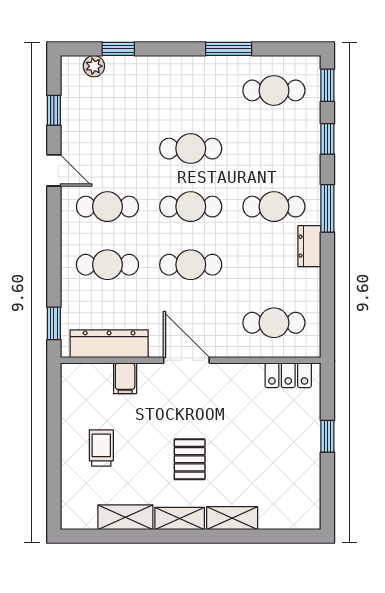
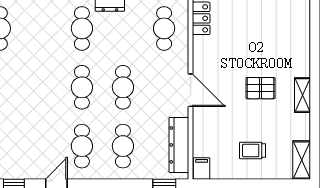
cafe table: (191, 149) -> (41, 87), removed
door: (186, 360) -> (191, 90), swing flipped
filing cabinet: (125, 378) -> (202, 168), moved, turned -90
shelving: (125, 517) -> (302, 160), moved
shelving: (232, 518) -> (302, 58), removed

